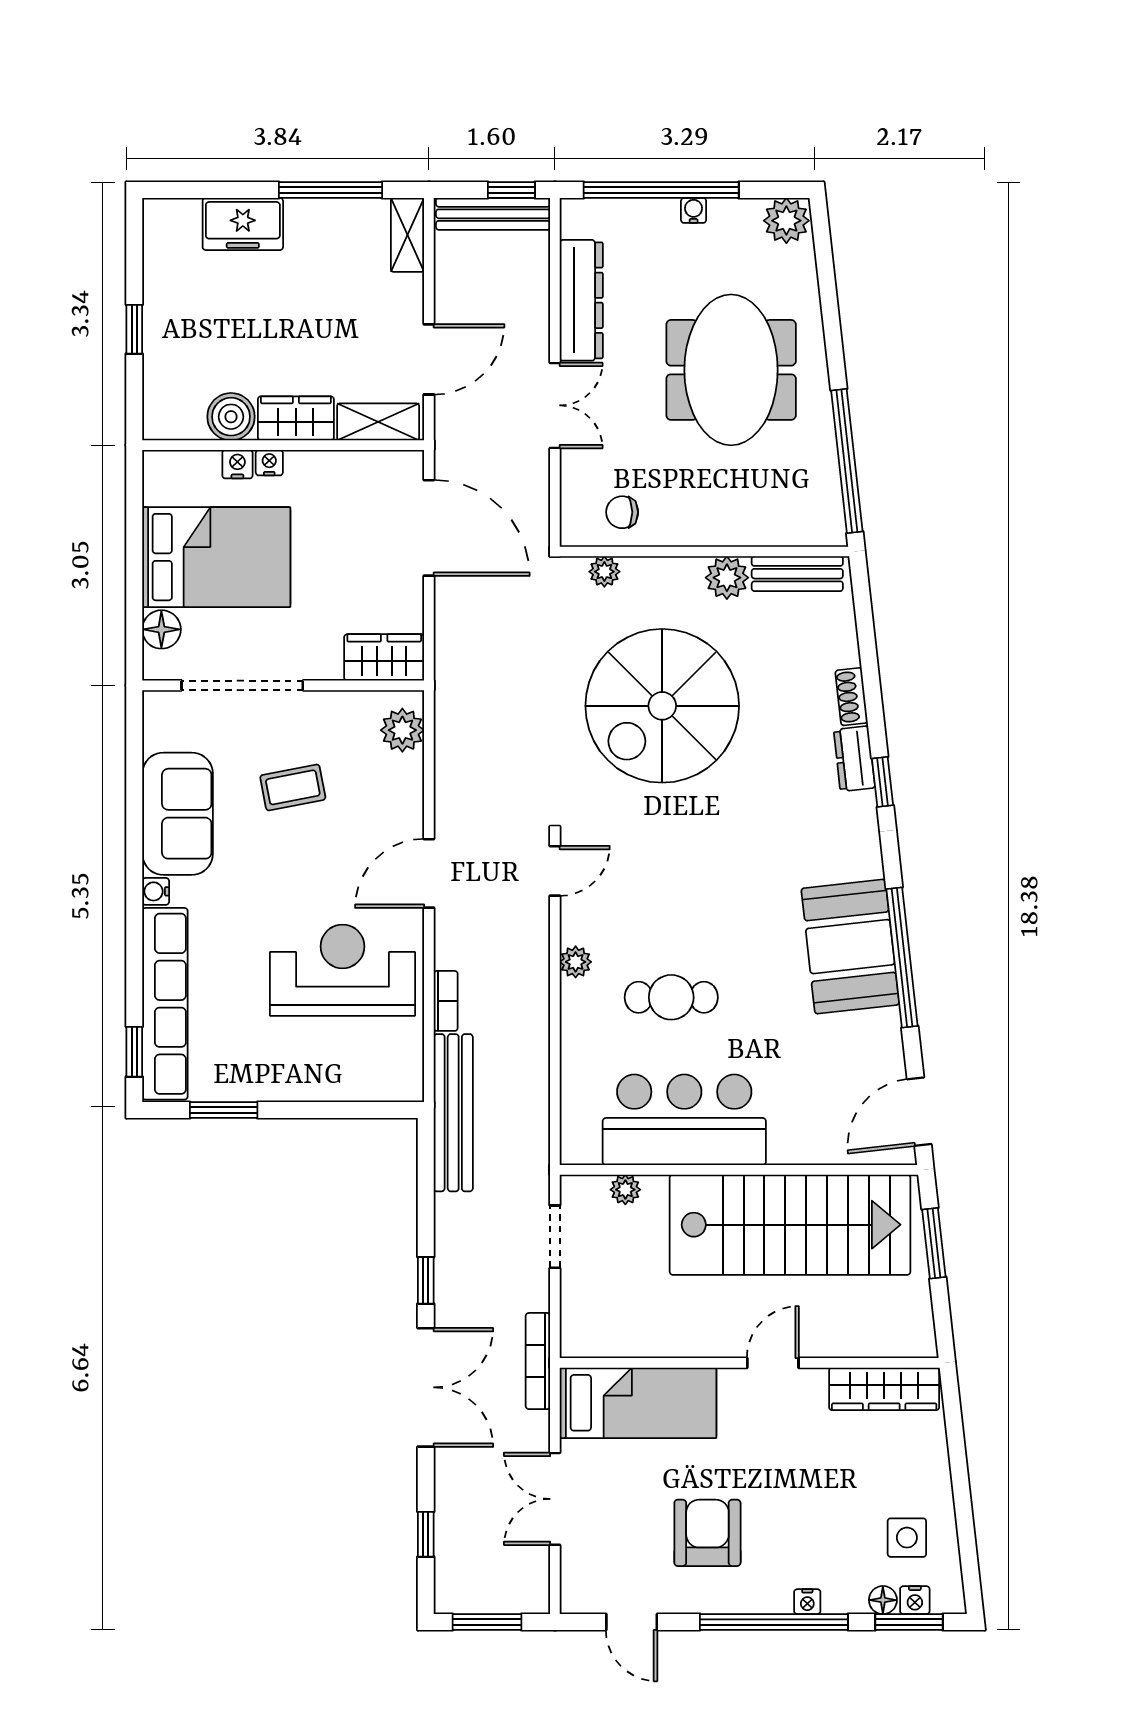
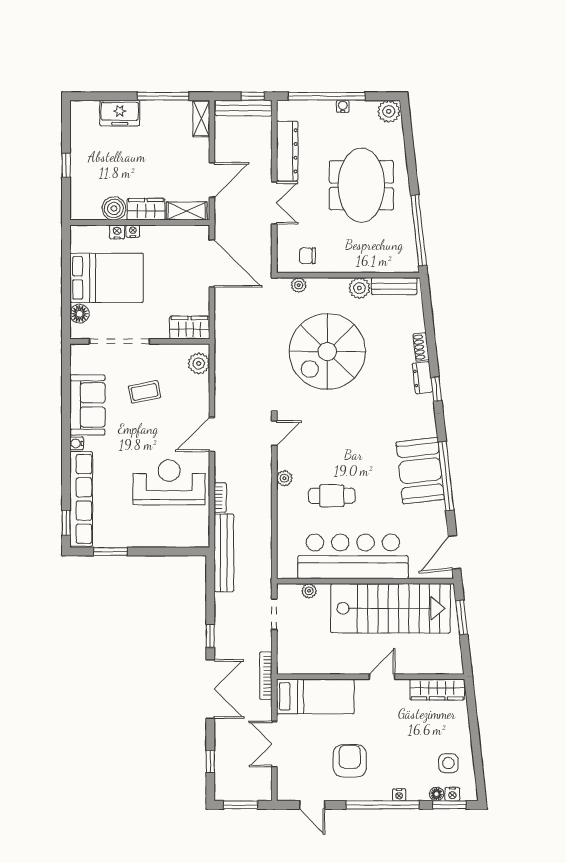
bar counter: (684, 1120) -> (353, 556), width x1.36

